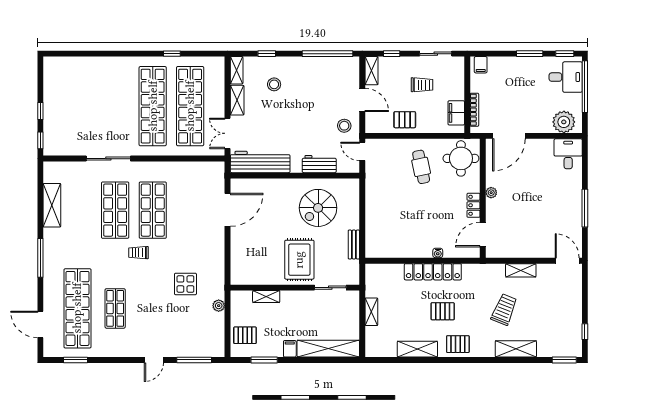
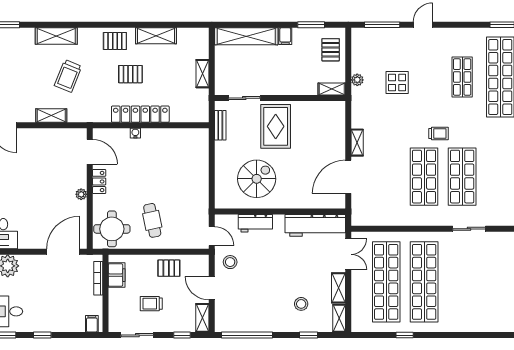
window: (530, 54) -> (42, 335), width x0.67
sliding door: (108, 159) -> (469, 229), width x0.73
door: (483, 235) -> (90, 152), hinge flipped
shelving: (219, 244) -> (357, 143), added
bench: (354, 245) -> (220, 125), moved
display table: (185, 284) -> (397, 83), moved
shelving: (266, 297) -> (332, 89), moved
pallet: (245, 335) -> (331, 50), turned 90

